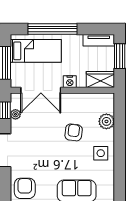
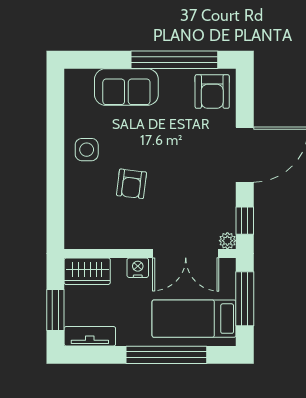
double door: (41, 90) -> (186, 254), swing flipped
plant: (15, 114) -> (227, 241), moved
plant: (106, 121) -> (77, 202), removed

